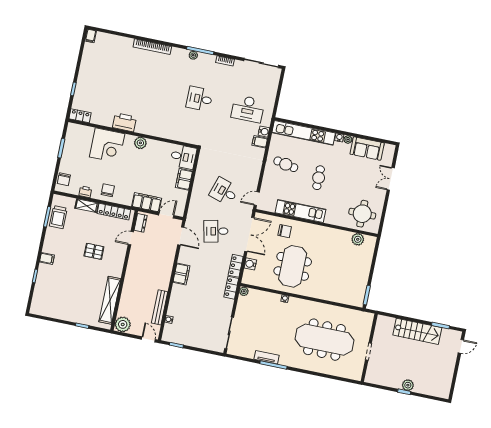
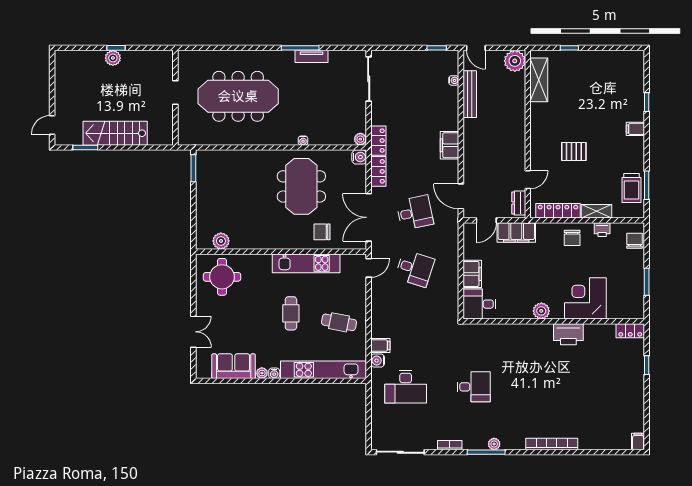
desk: (248, 109) -> (406, 387), turned 180
trolley: (58, 217) -> (631, 188), turned 180
water cooler: (250, 264) -> (359, 157), moved
shelving: (110, 300) -> (539, 80), width x0.68

